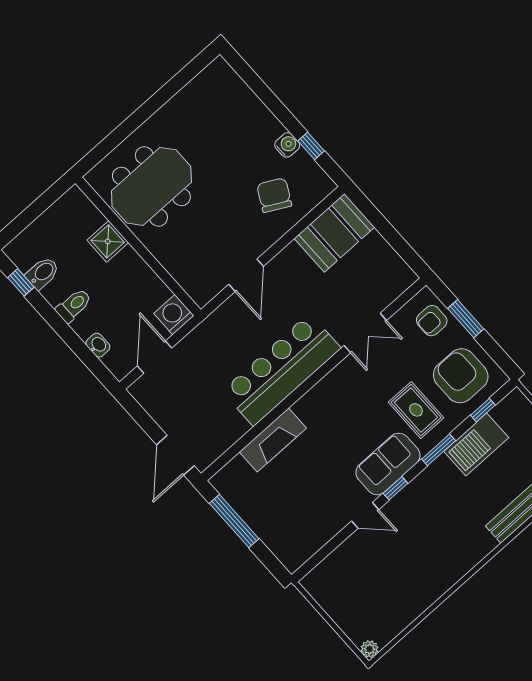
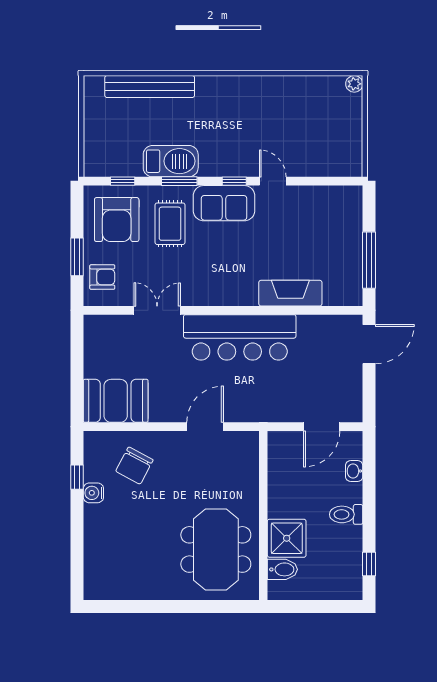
meeting table: (151, 186) -> (216, 549), turned 90
shower: (108, 241) -> (287, 538), width x1.36, depth x1.36
bidet: (42, 273) -> (282, 569), moved, turned 180
washing machine: (174, 315) -> (281, 445), removed
barbecue: (476, 444) -> (171, 161), moved

